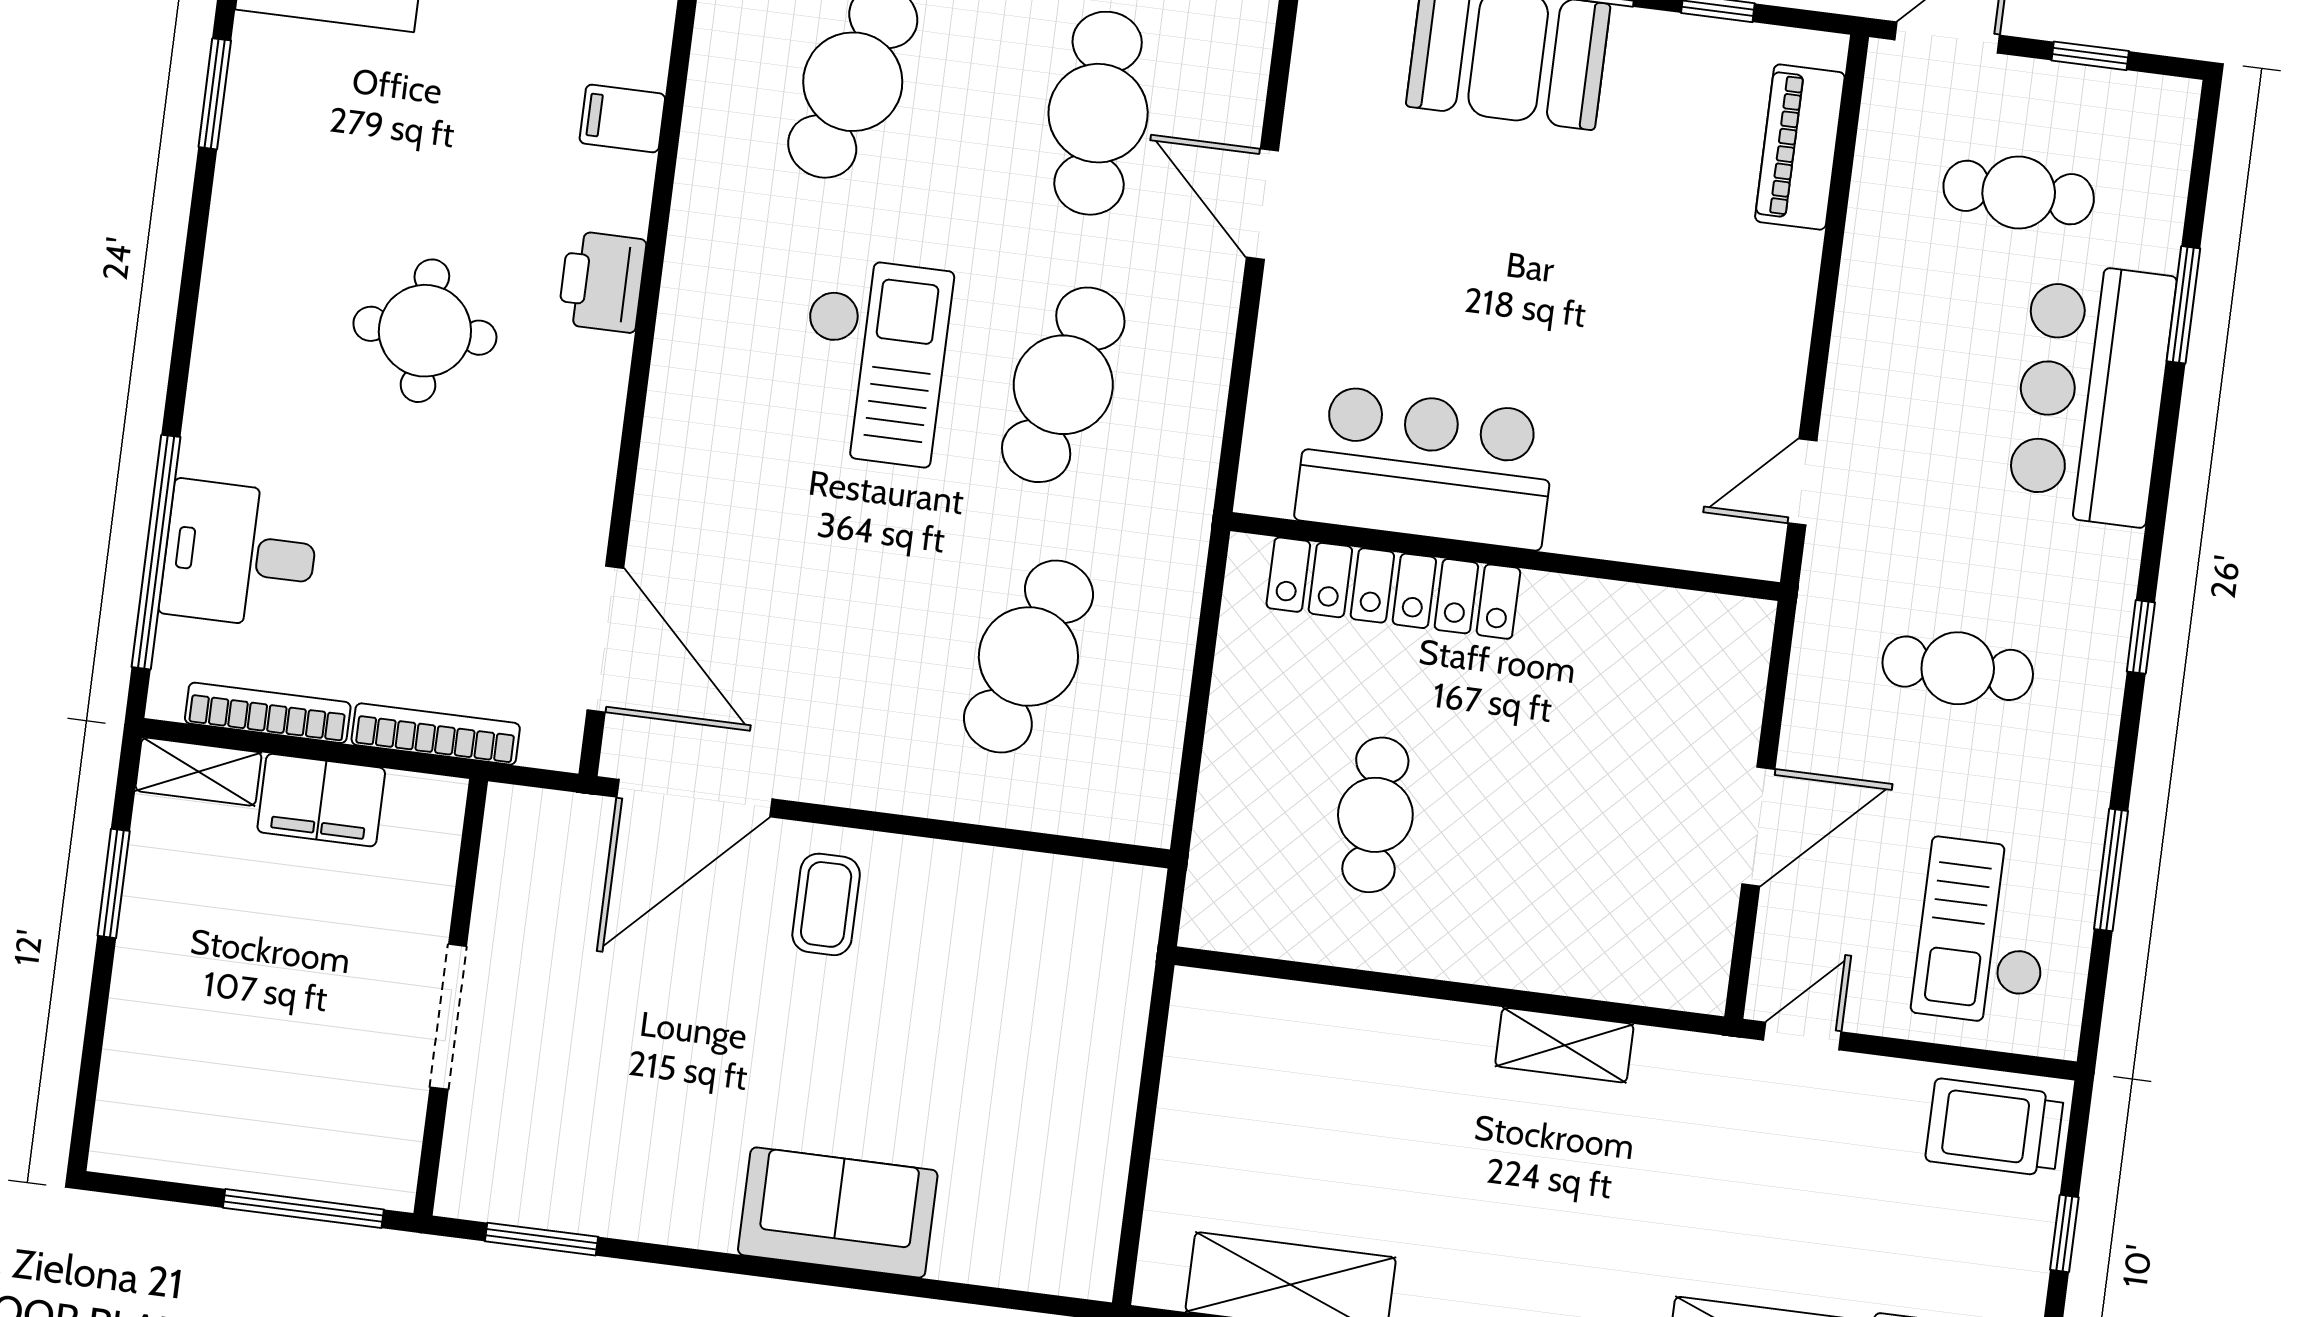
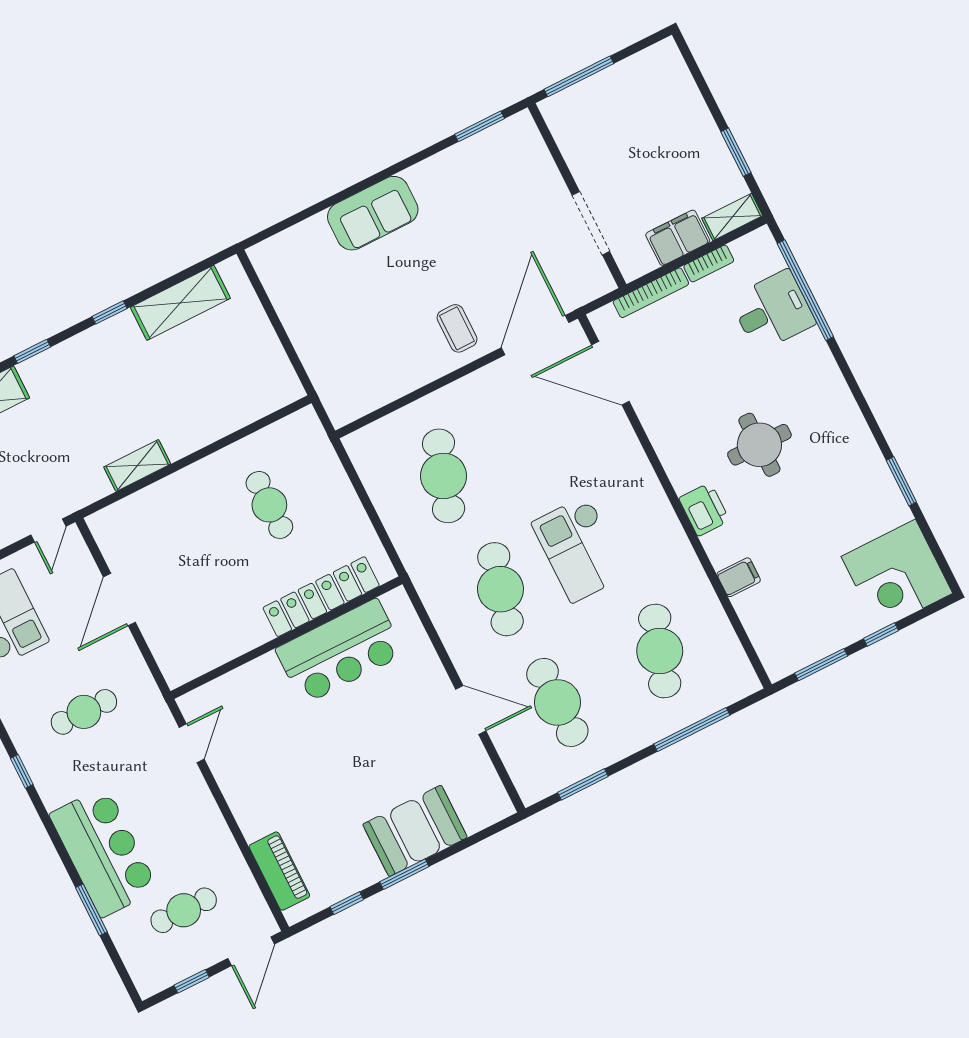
bookcase: (268, 713) -> (709, 264), width x0.64
doorway: (448, 1017) -> (591, 223), moved

